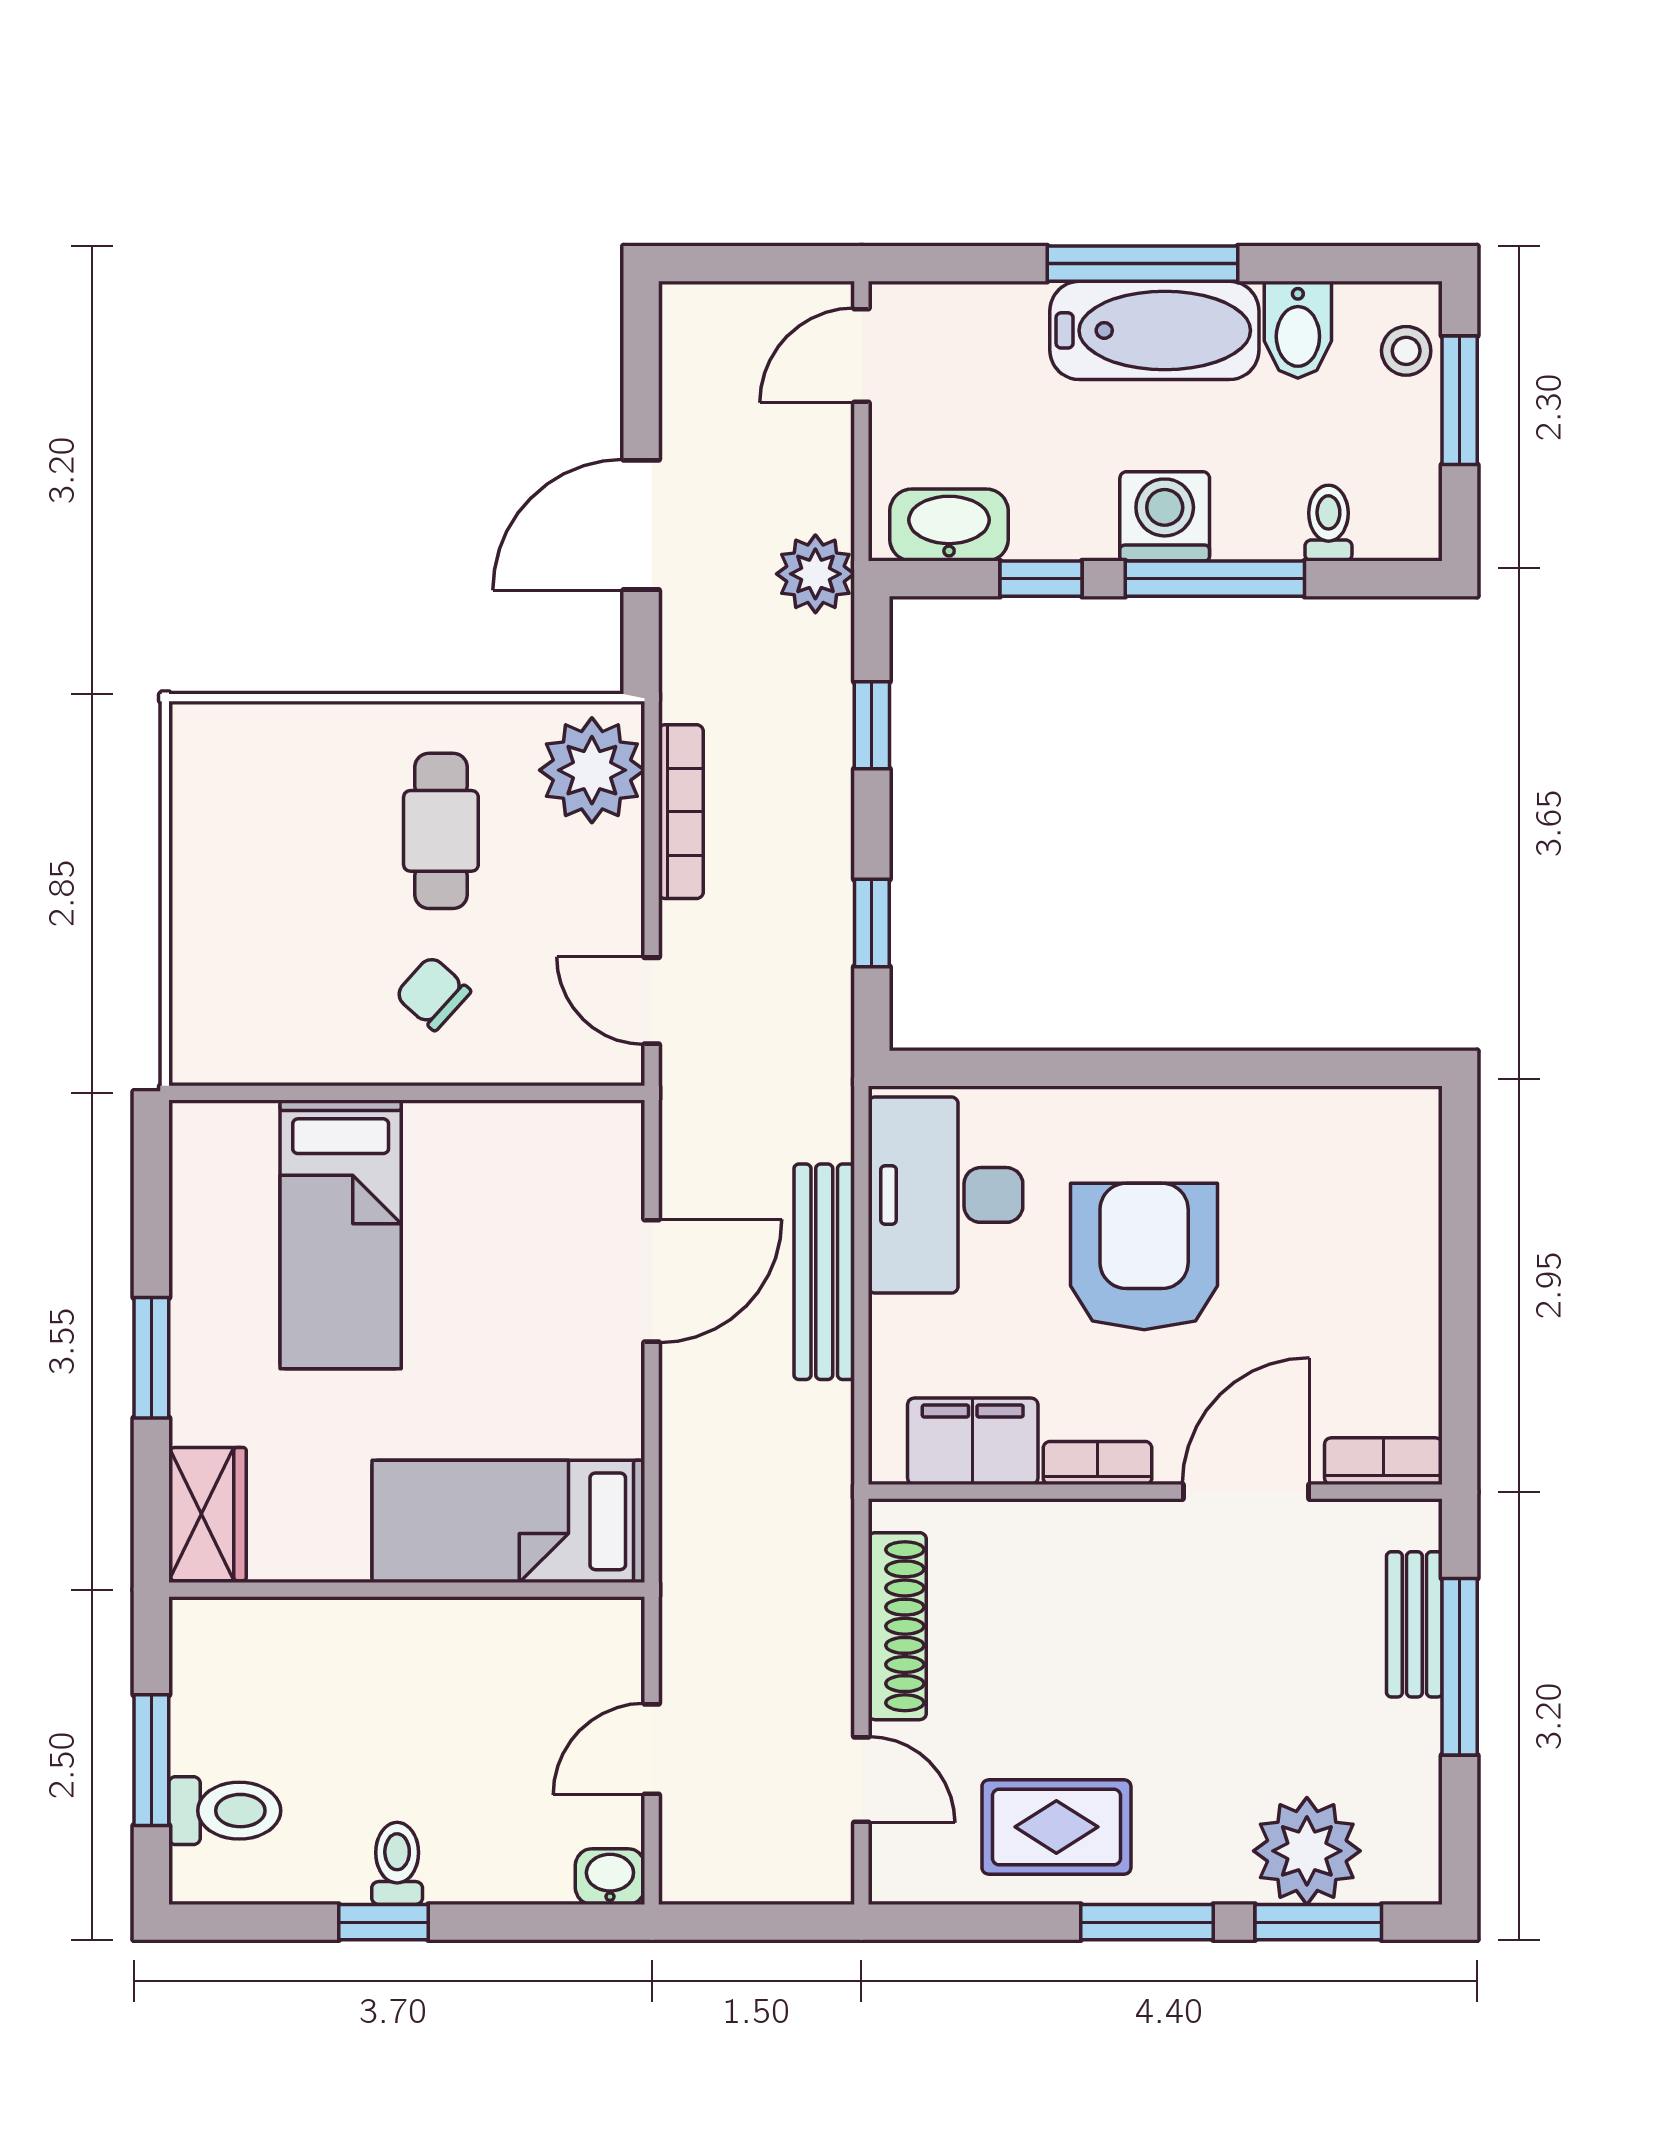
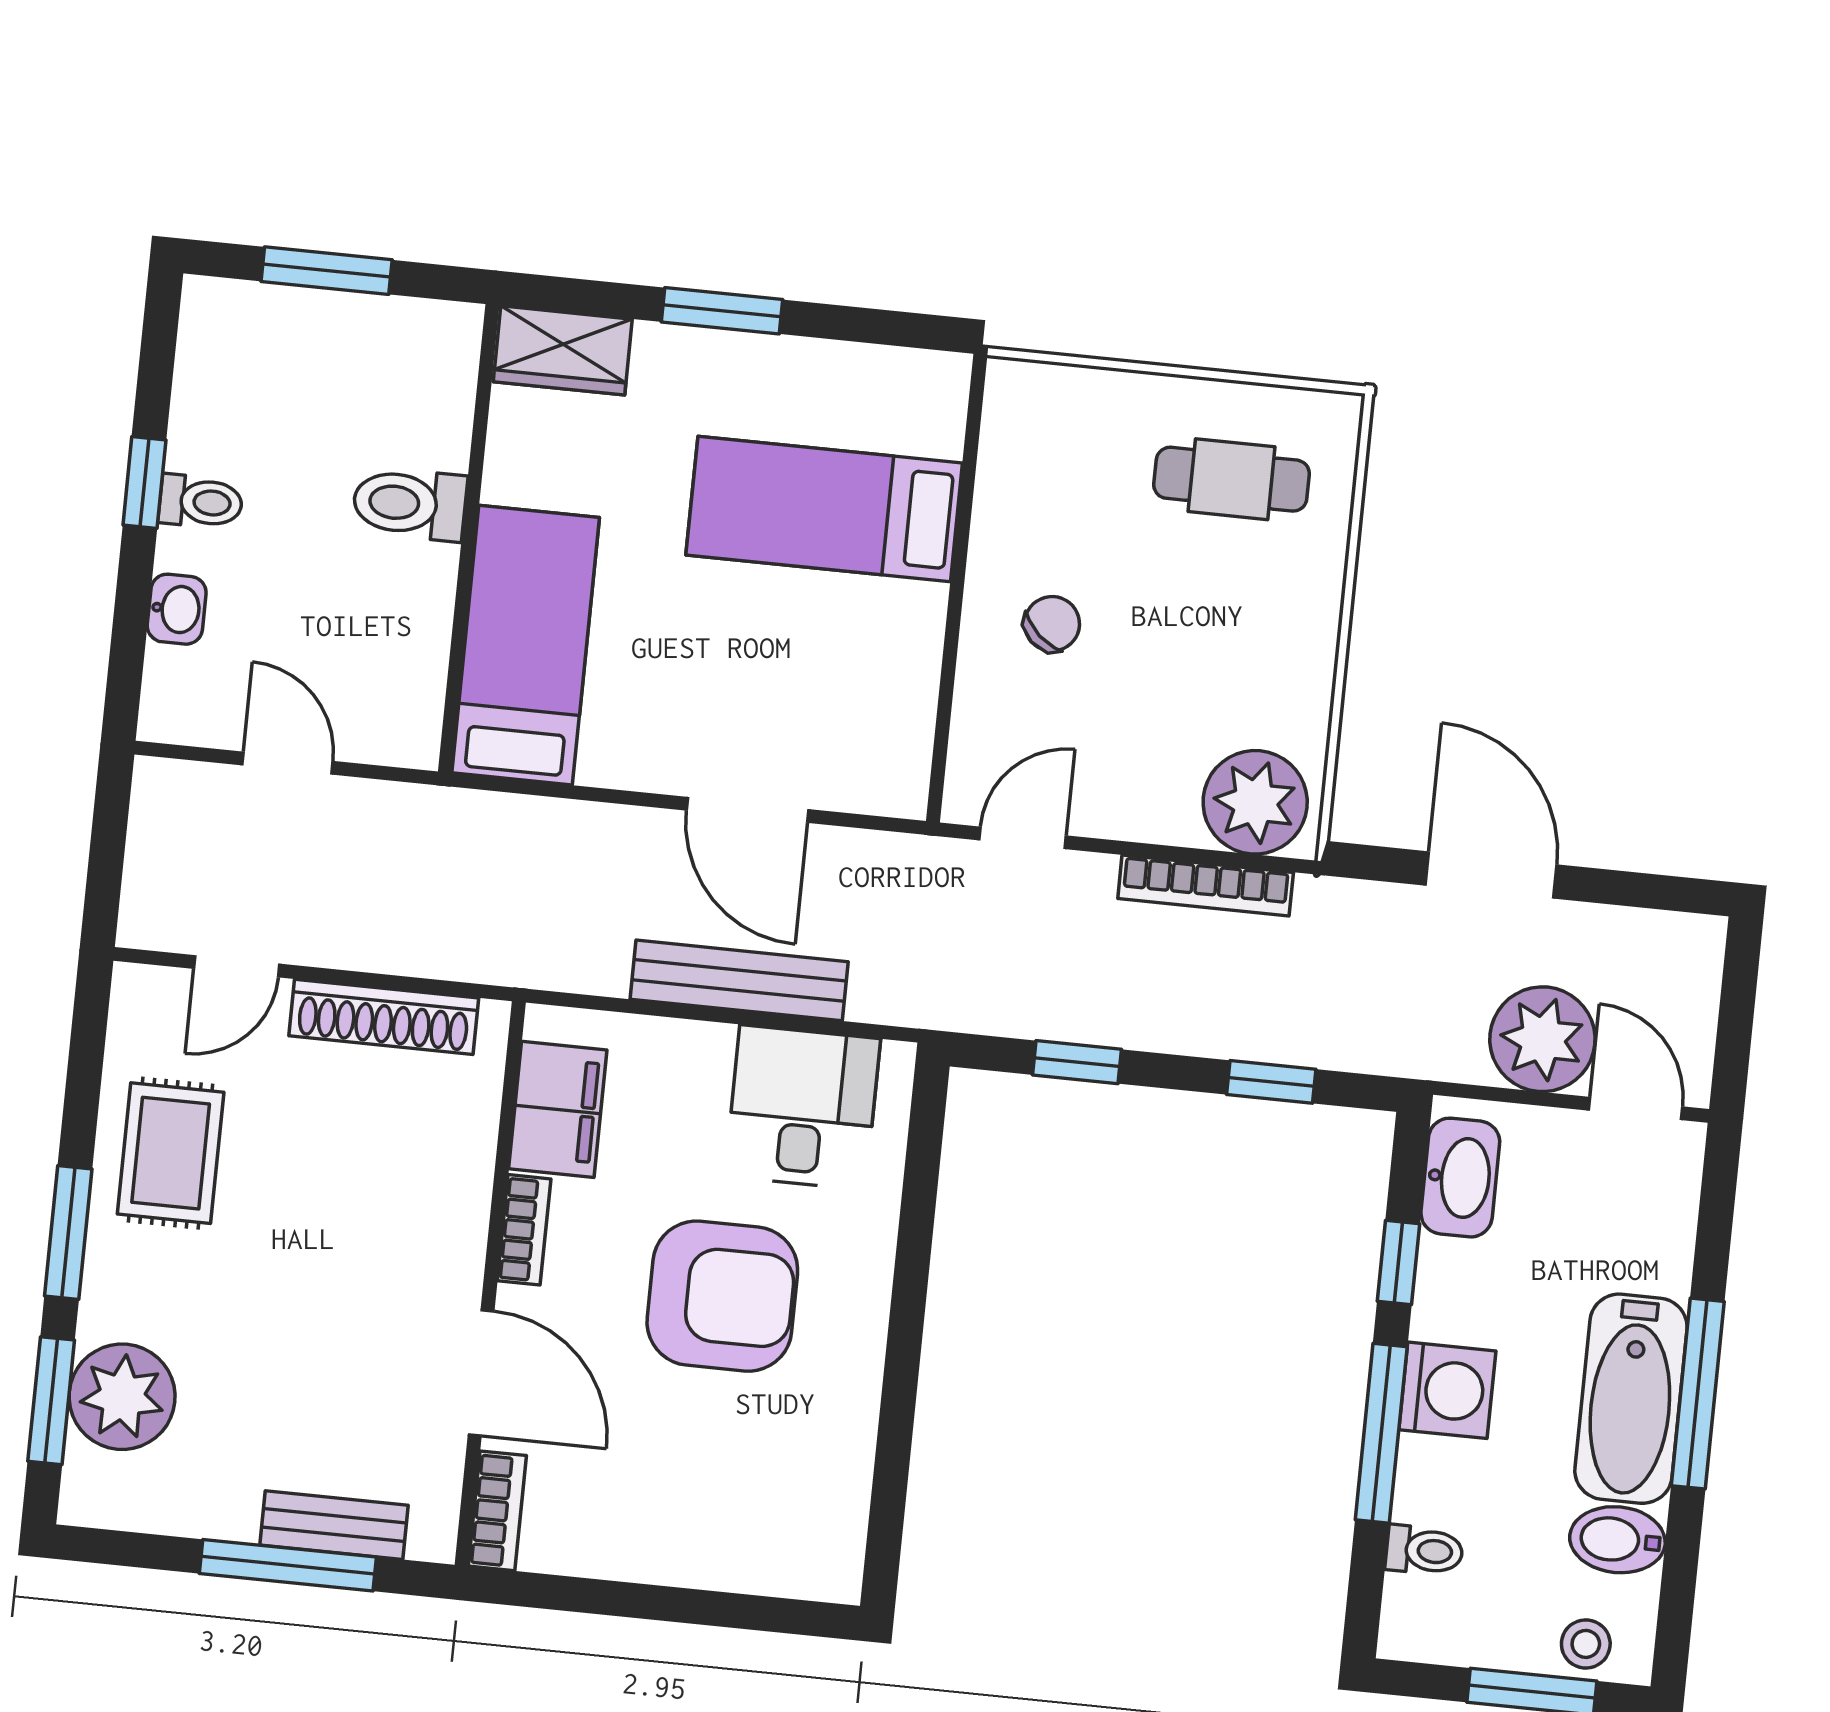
plant: (815, 574) -> (1542, 1039), moved, width x1.36, depth x1.36
cafe table: (441, 831) -> (1232, 479), moved
desk: (946, 1195) -> (803, 1107), width x0.73
toilet: (225, 1811) -> (410, 504), moved, turned 90
washbasin: (610, 1877) -> (177, 609), moved

